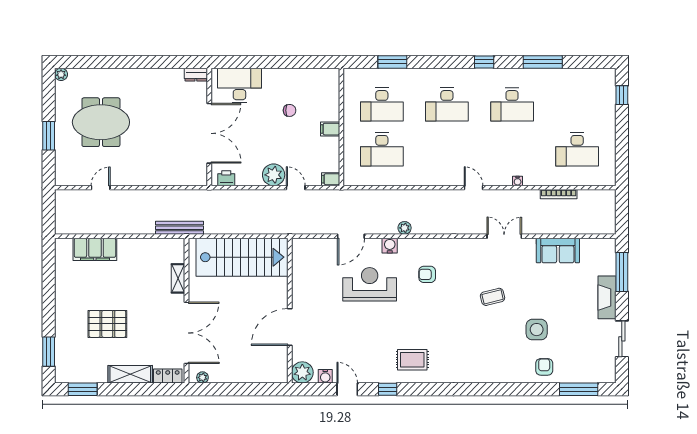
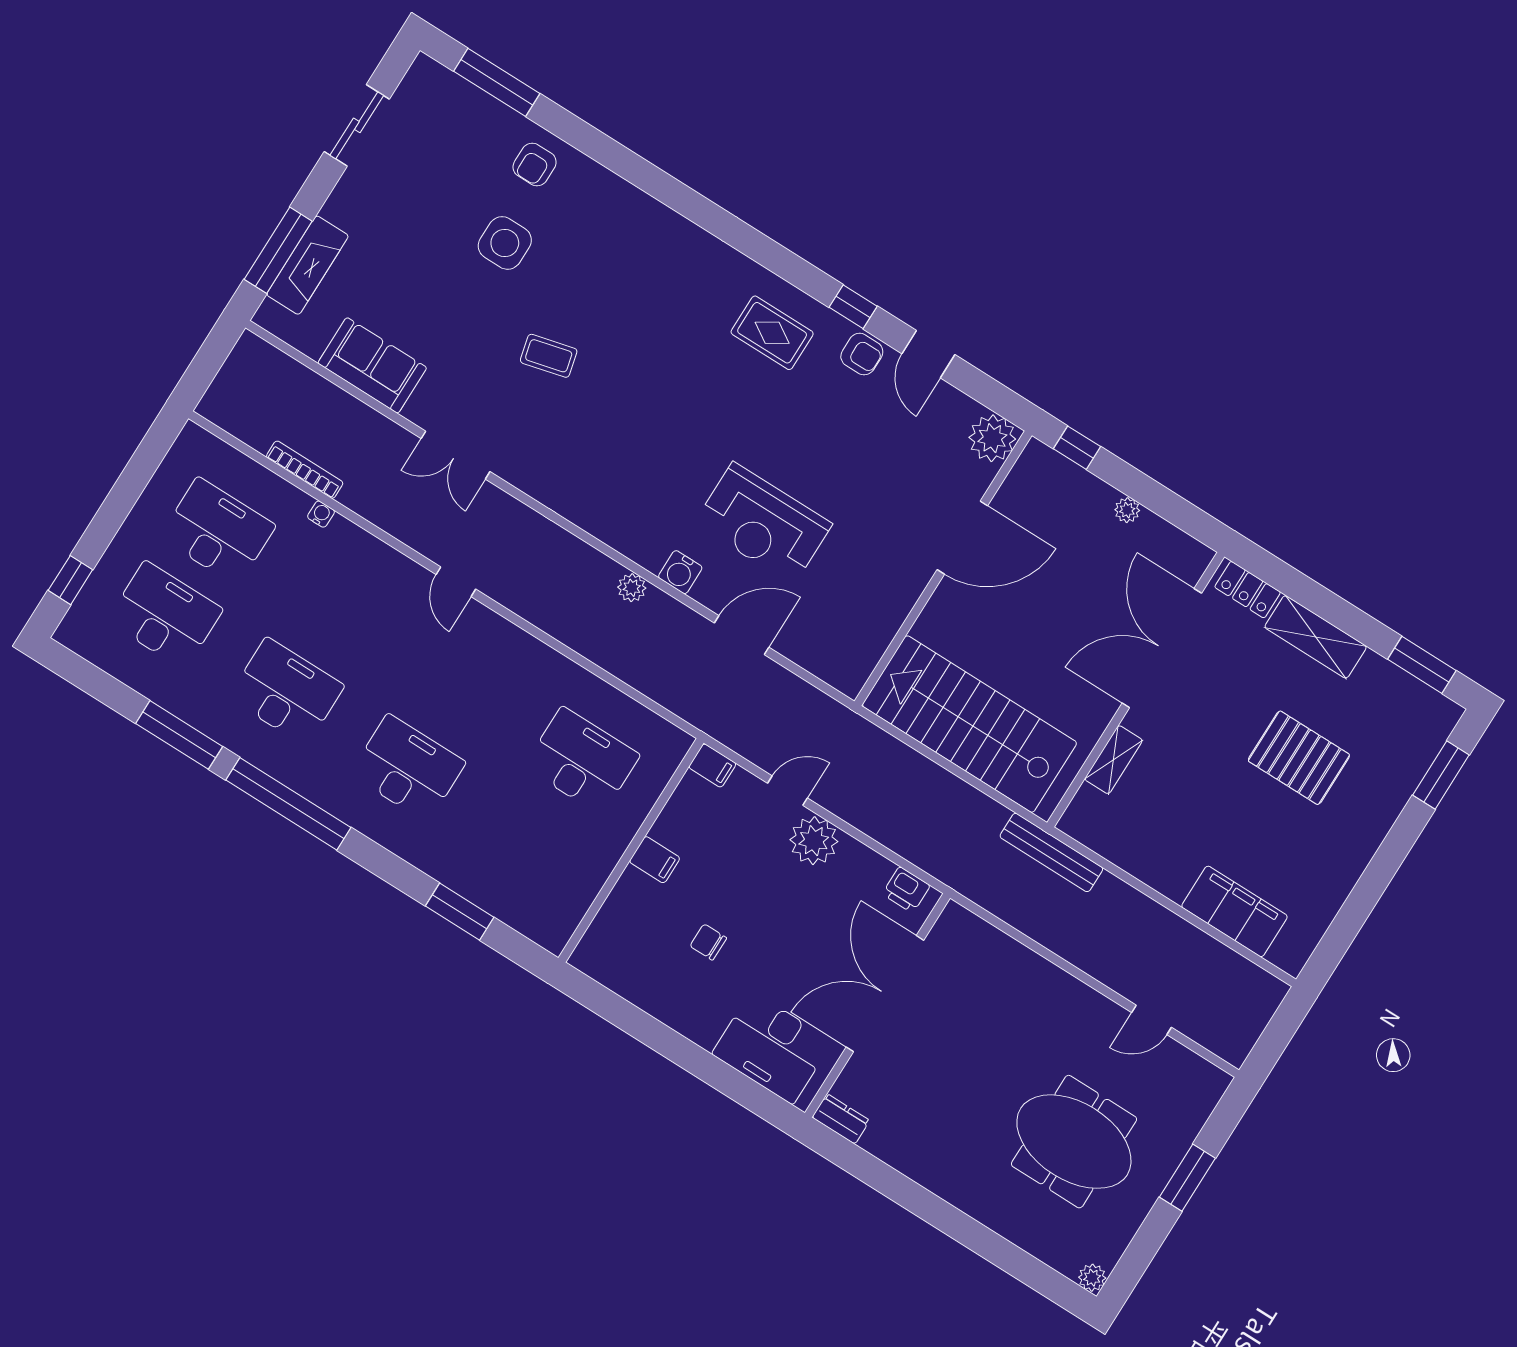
window: (484, 62) -> (288, 804), width x3.17
desk: (382, 104) -> (165, 615), moved
water cooler: (518, 181) -> (321, 514), moved
door: (296, 188) -> (788, 791), swing flipped
armchair: (427, 274) -> (862, 354), moved
fireplace: (607, 297) -> (308, 265), moved
water cooler: (325, 376) -> (954, 404), removed
plant: (202, 377) -> (1127, 510), moved
window: (268, 389) -> (1077, 448), added

